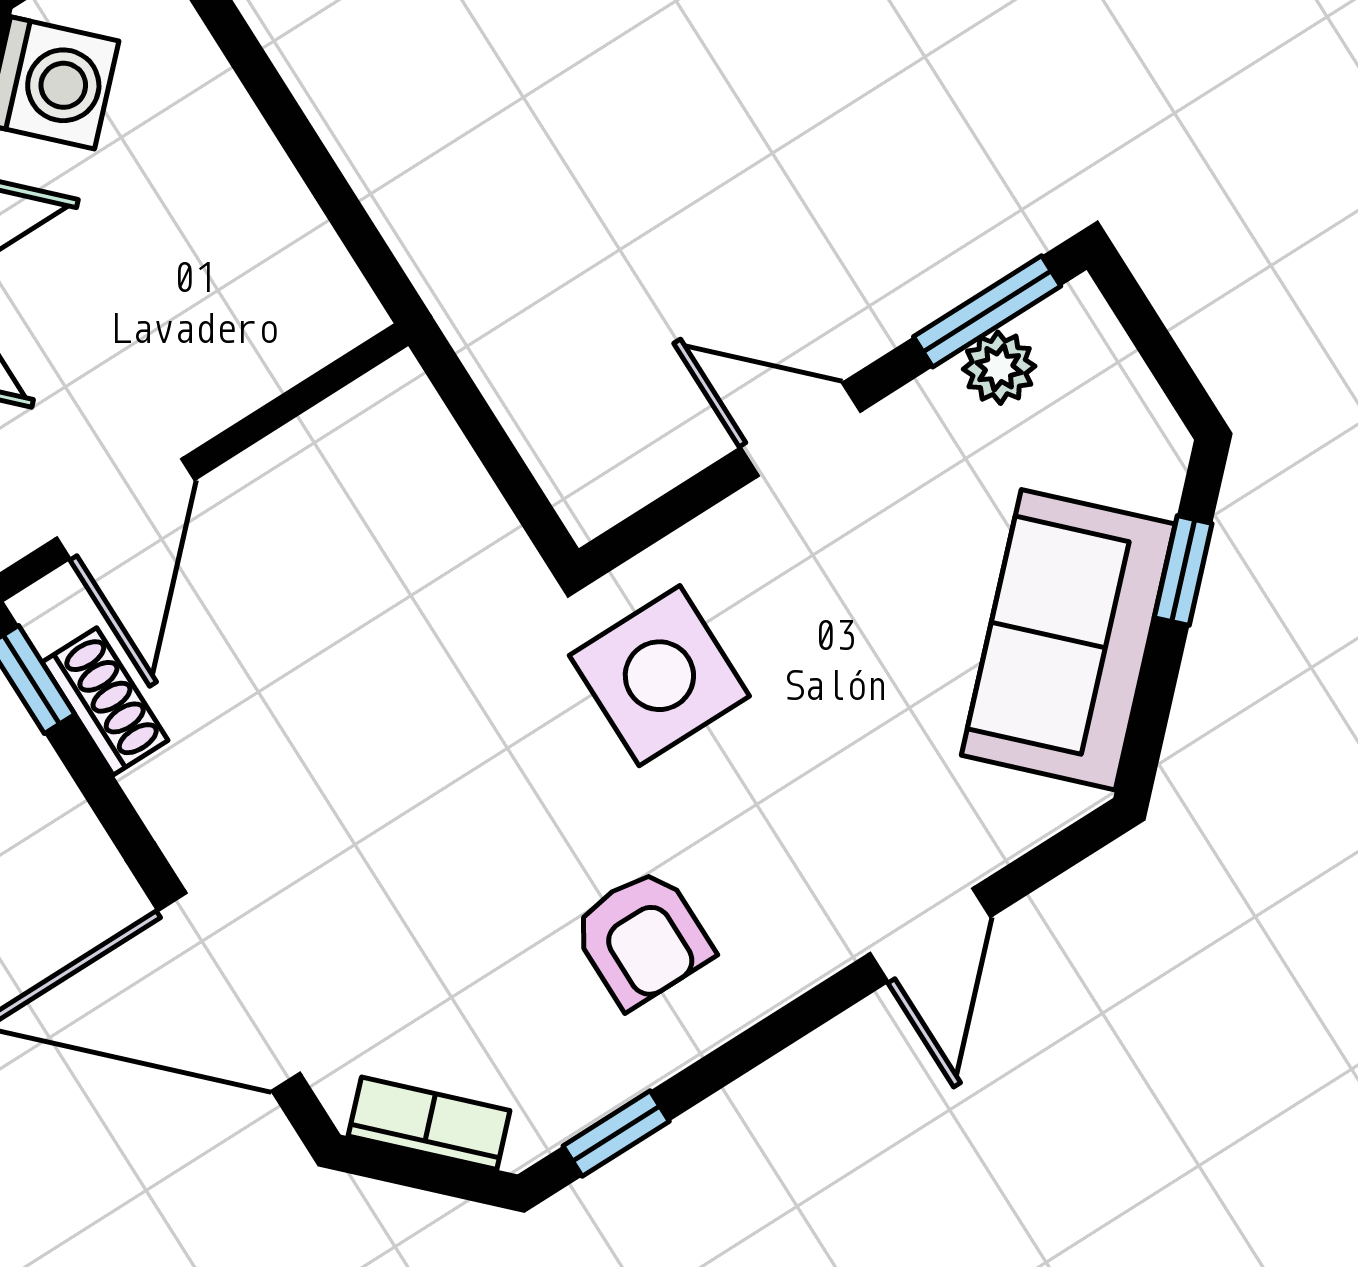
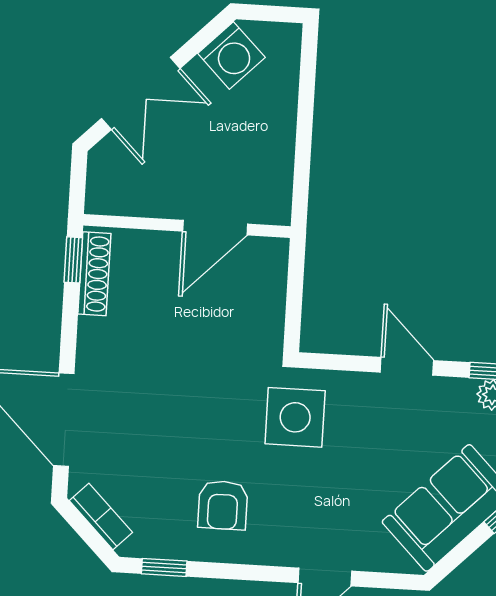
door: (126, 509) -> (215, 228), moved
shoe rack: (105, 701) -> (94, 274), width x1.43

